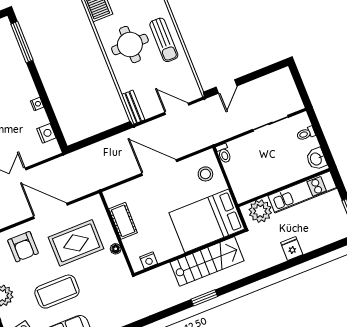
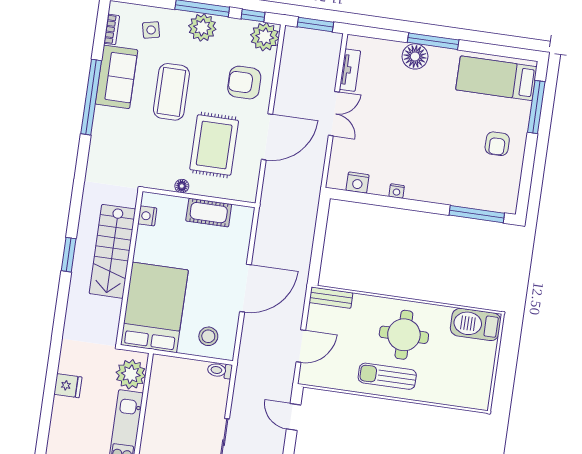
stairs: (207, 261) -> (112, 251), moved

